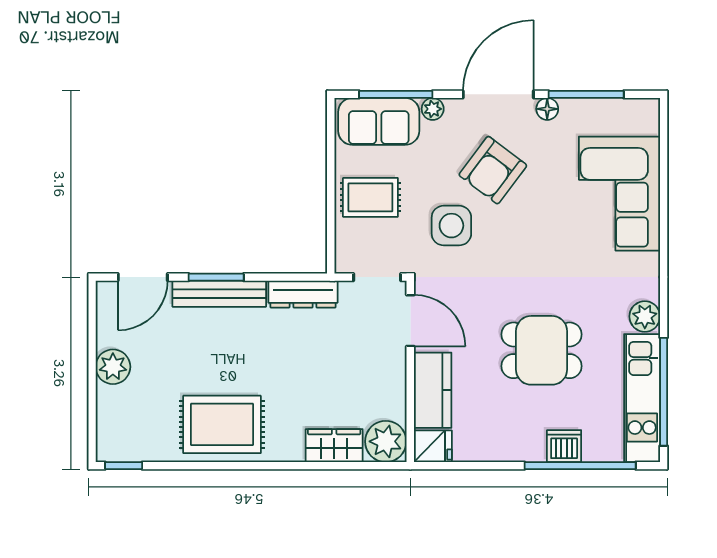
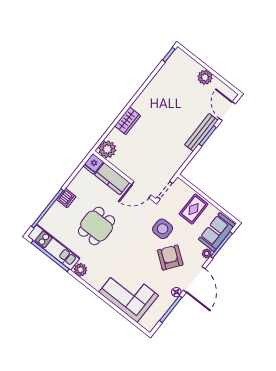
dresser: (303, 294) -> (179, 161), removed
rug: (222, 424) -> (157, 99), removed
wardrobe: (334, 446) -> (128, 121), moved
dishwasher: (564, 446) -> (66, 198), moved

